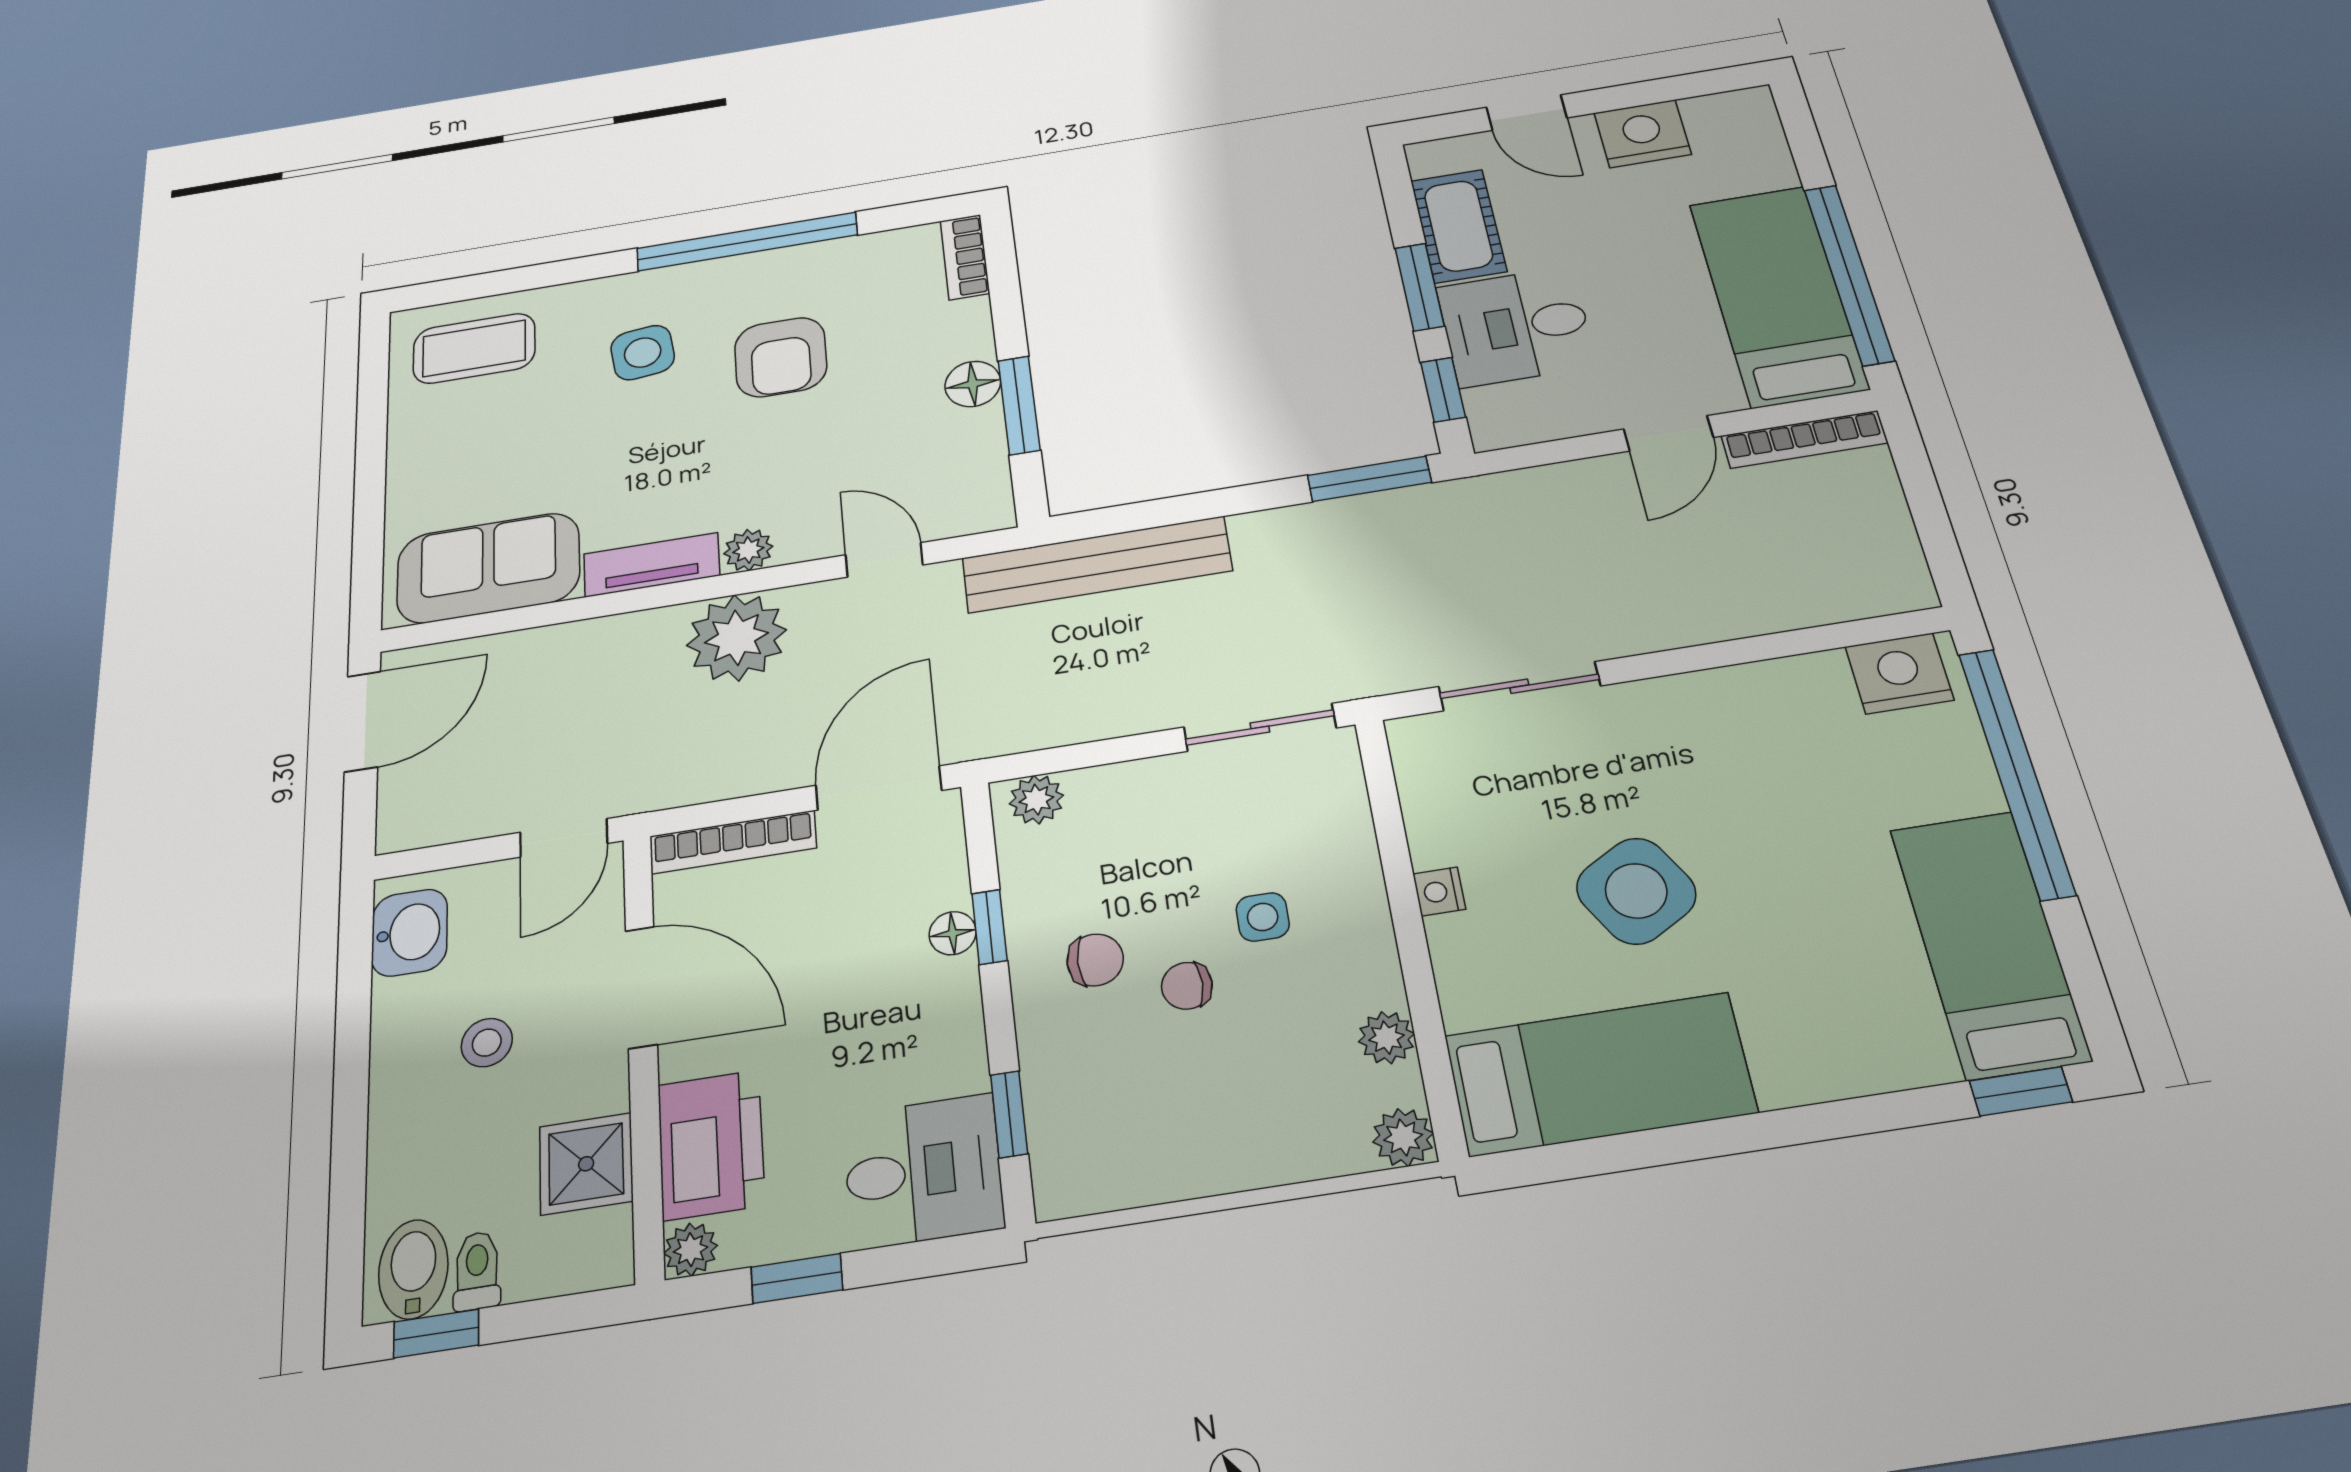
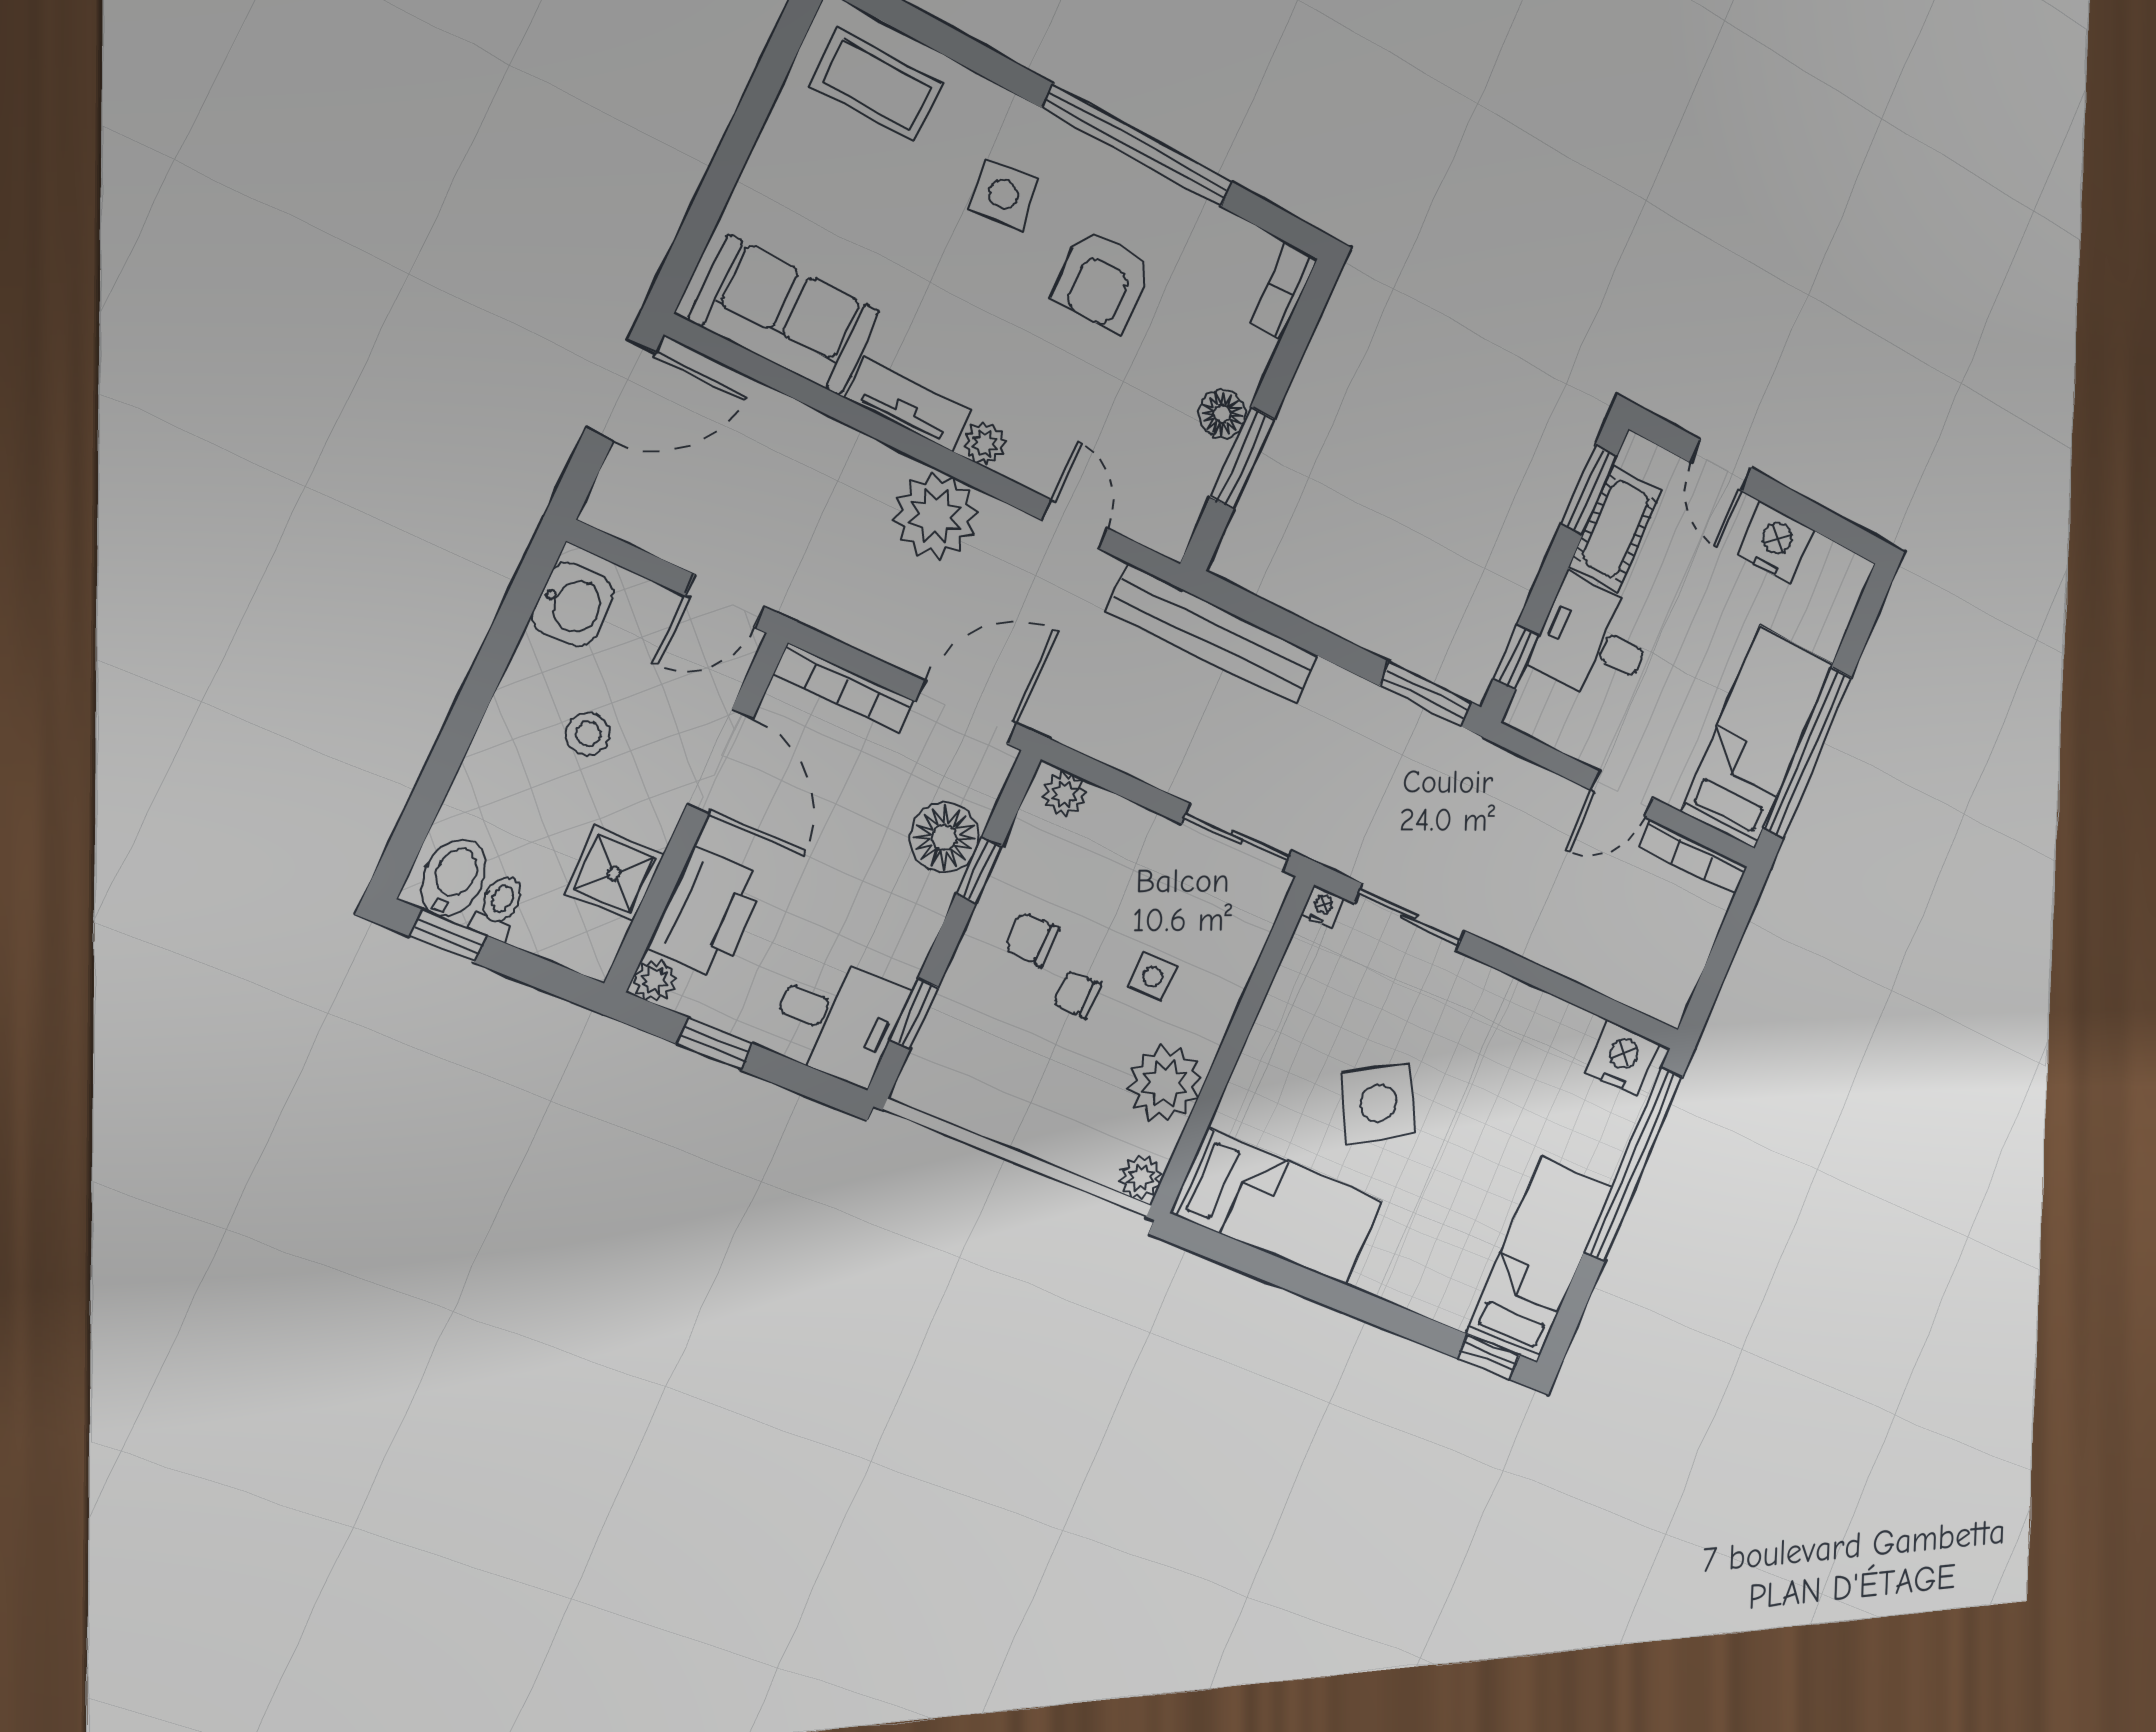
window: (1420, 287) -> (1589, 490), moved
nightstand: (1439, 892) -> (1322, 907), moved, turned 90
floor lamp: (953, 933) -> (944, 837), width x1.89, depth x1.89
chair: (1095, 960) -> (1032, 939), turned 180
plant: (1386, 1038) -> (1165, 1083), width x1.87, depth x1.87

